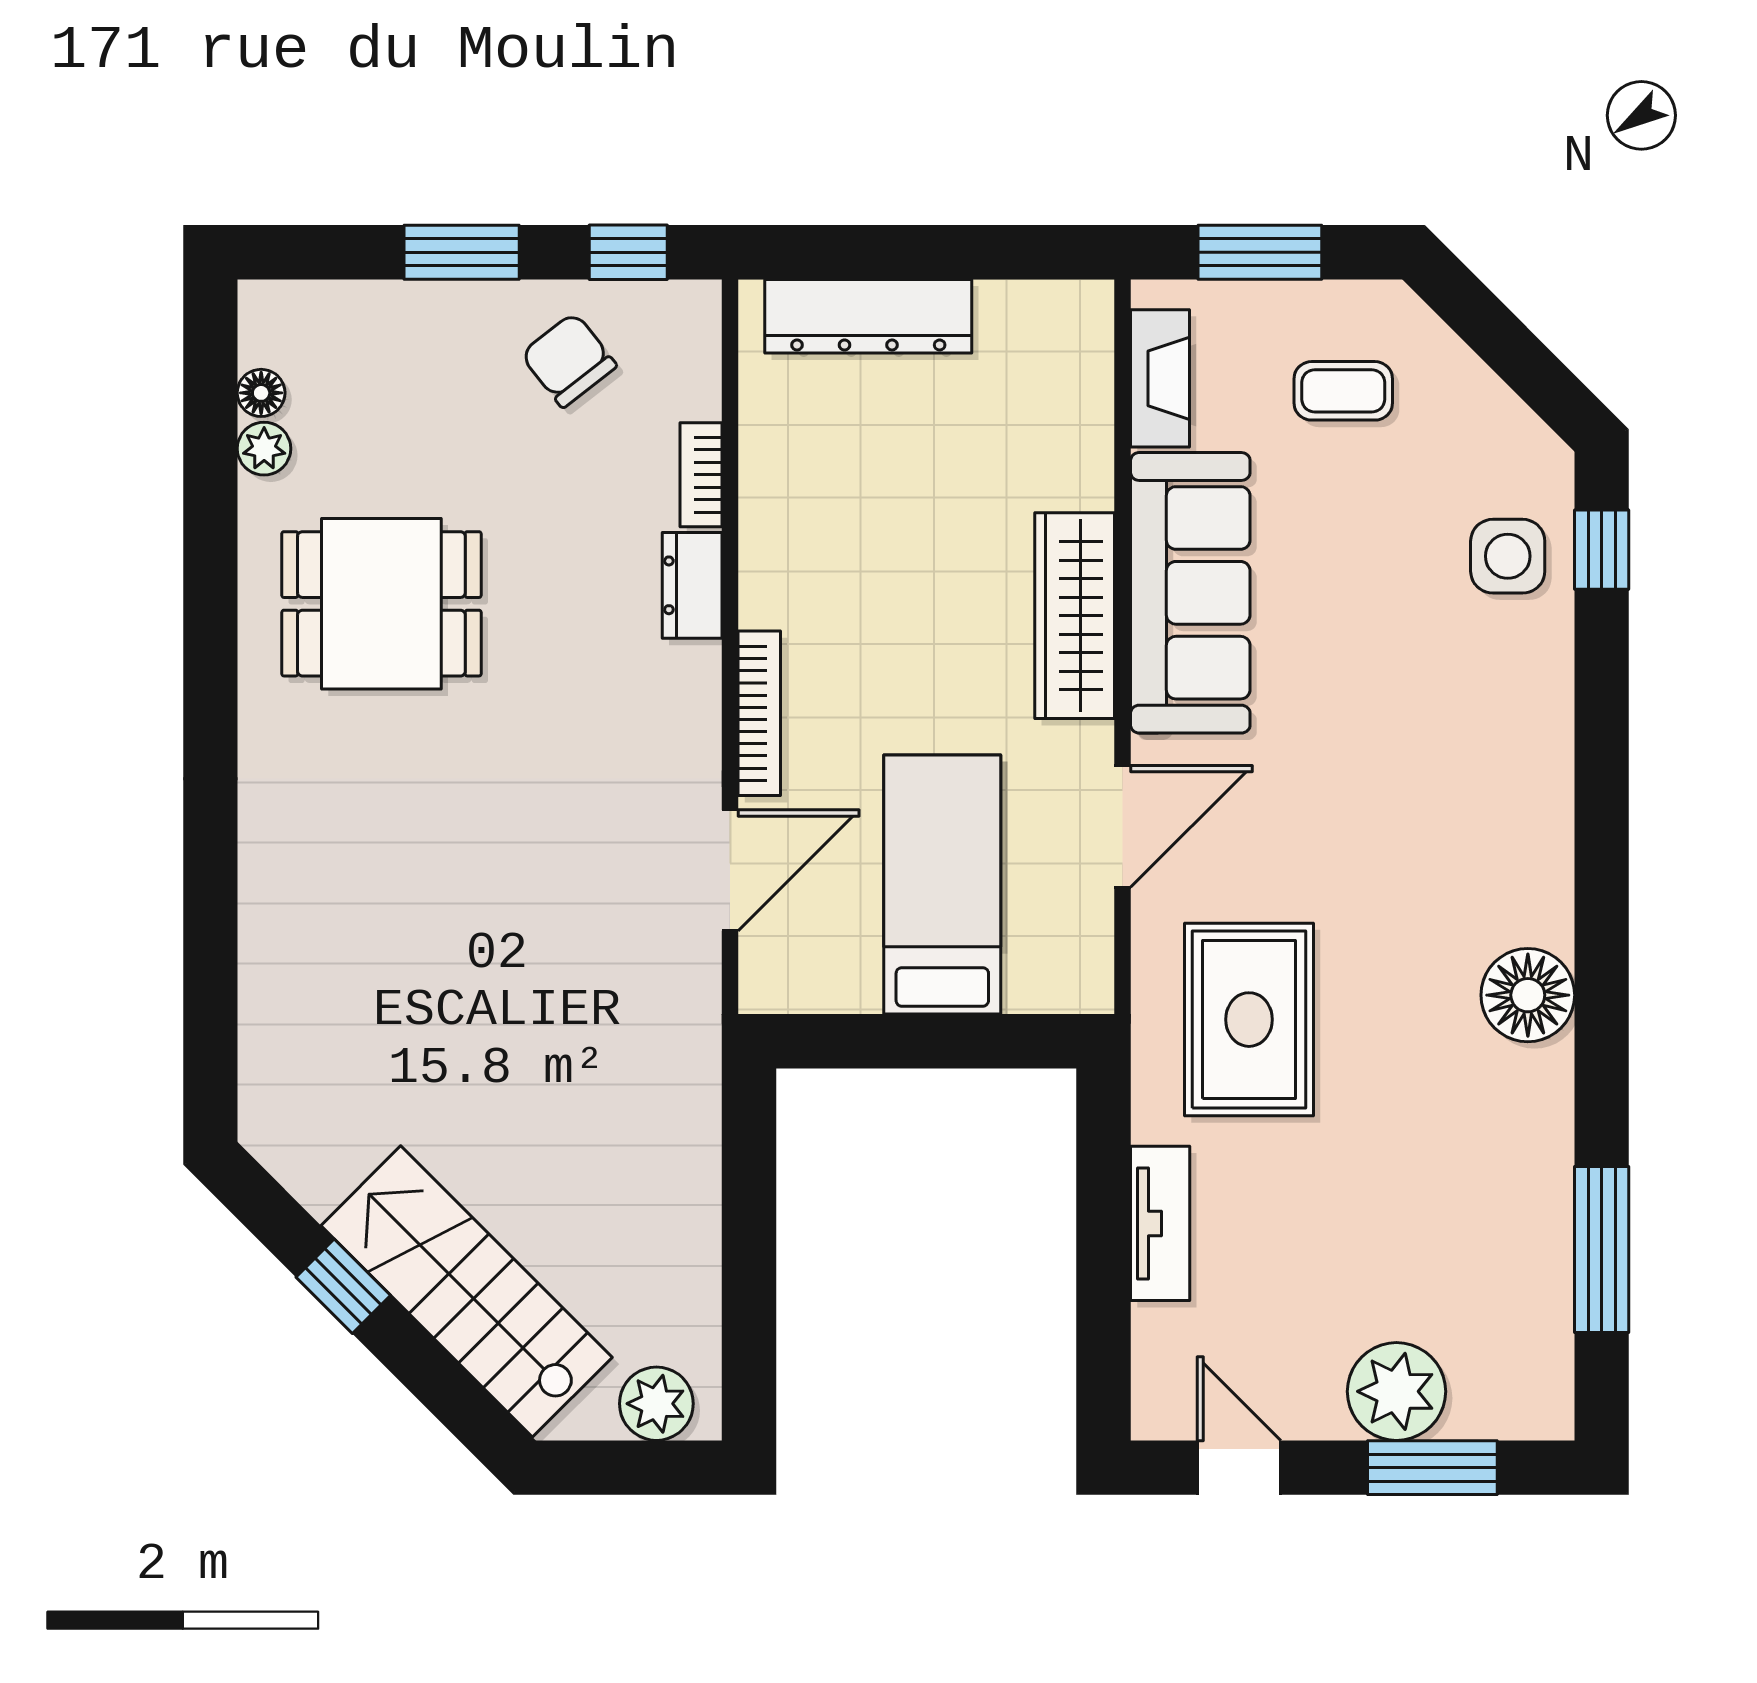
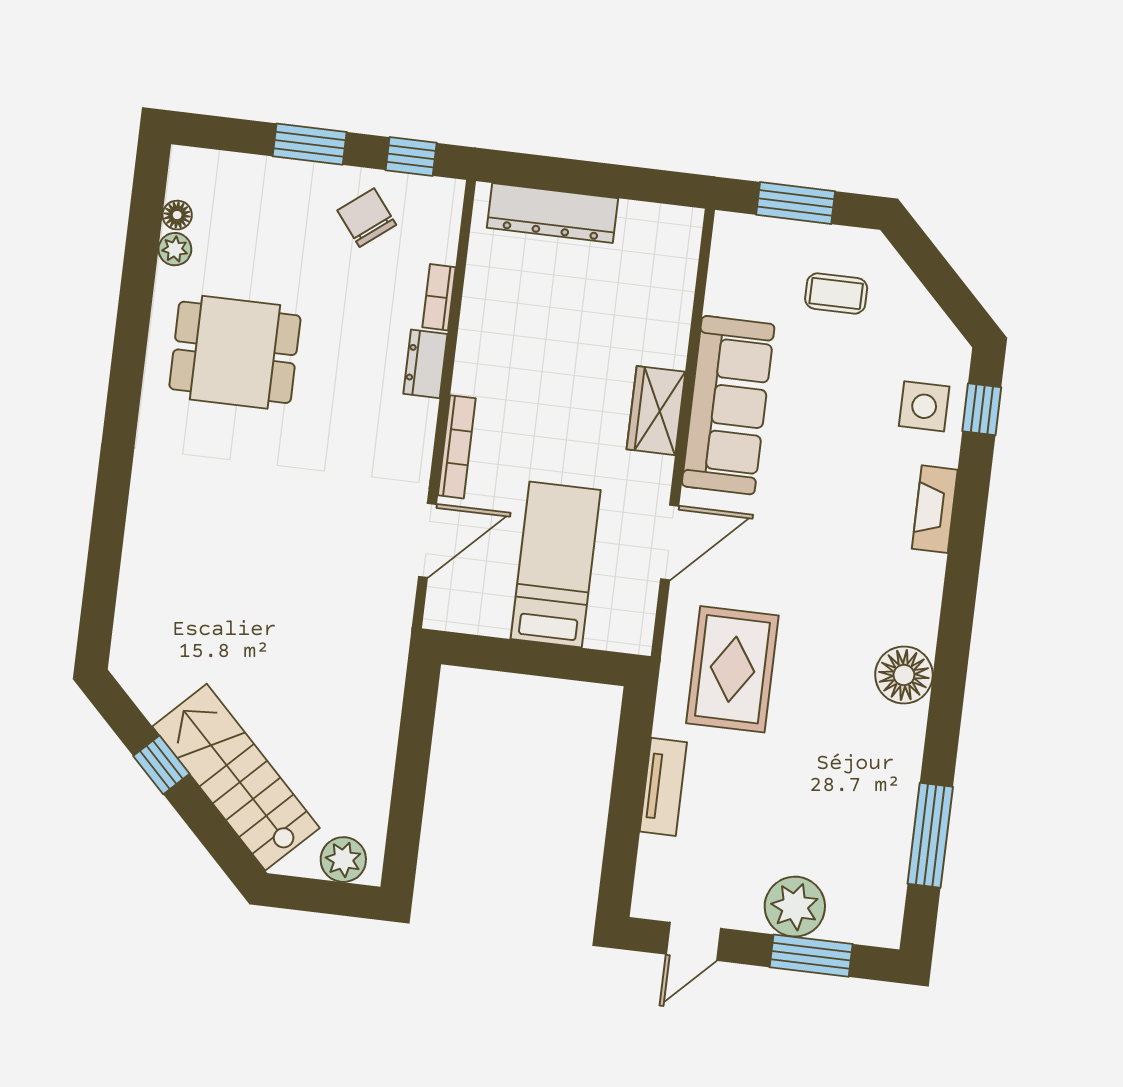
fireplace: (1160, 378) -> (935, 509), moved, turned 180
wardrobe: (1075, 616) -> (656, 411), width x0.67
door: (1239, 1468) -> (693, 941), swing flipped

